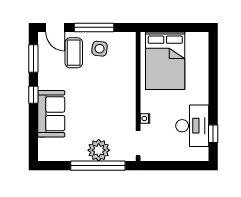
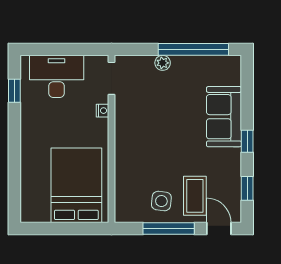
window: (33, 58) -> (247, 188), width x0.67
desk: (192, 126) -> (57, 76), moved, turned 90
plant: (99, 150) -> (163, 63), width x0.53, depth x0.53
window: (98, 166) -> (193, 49), moved

